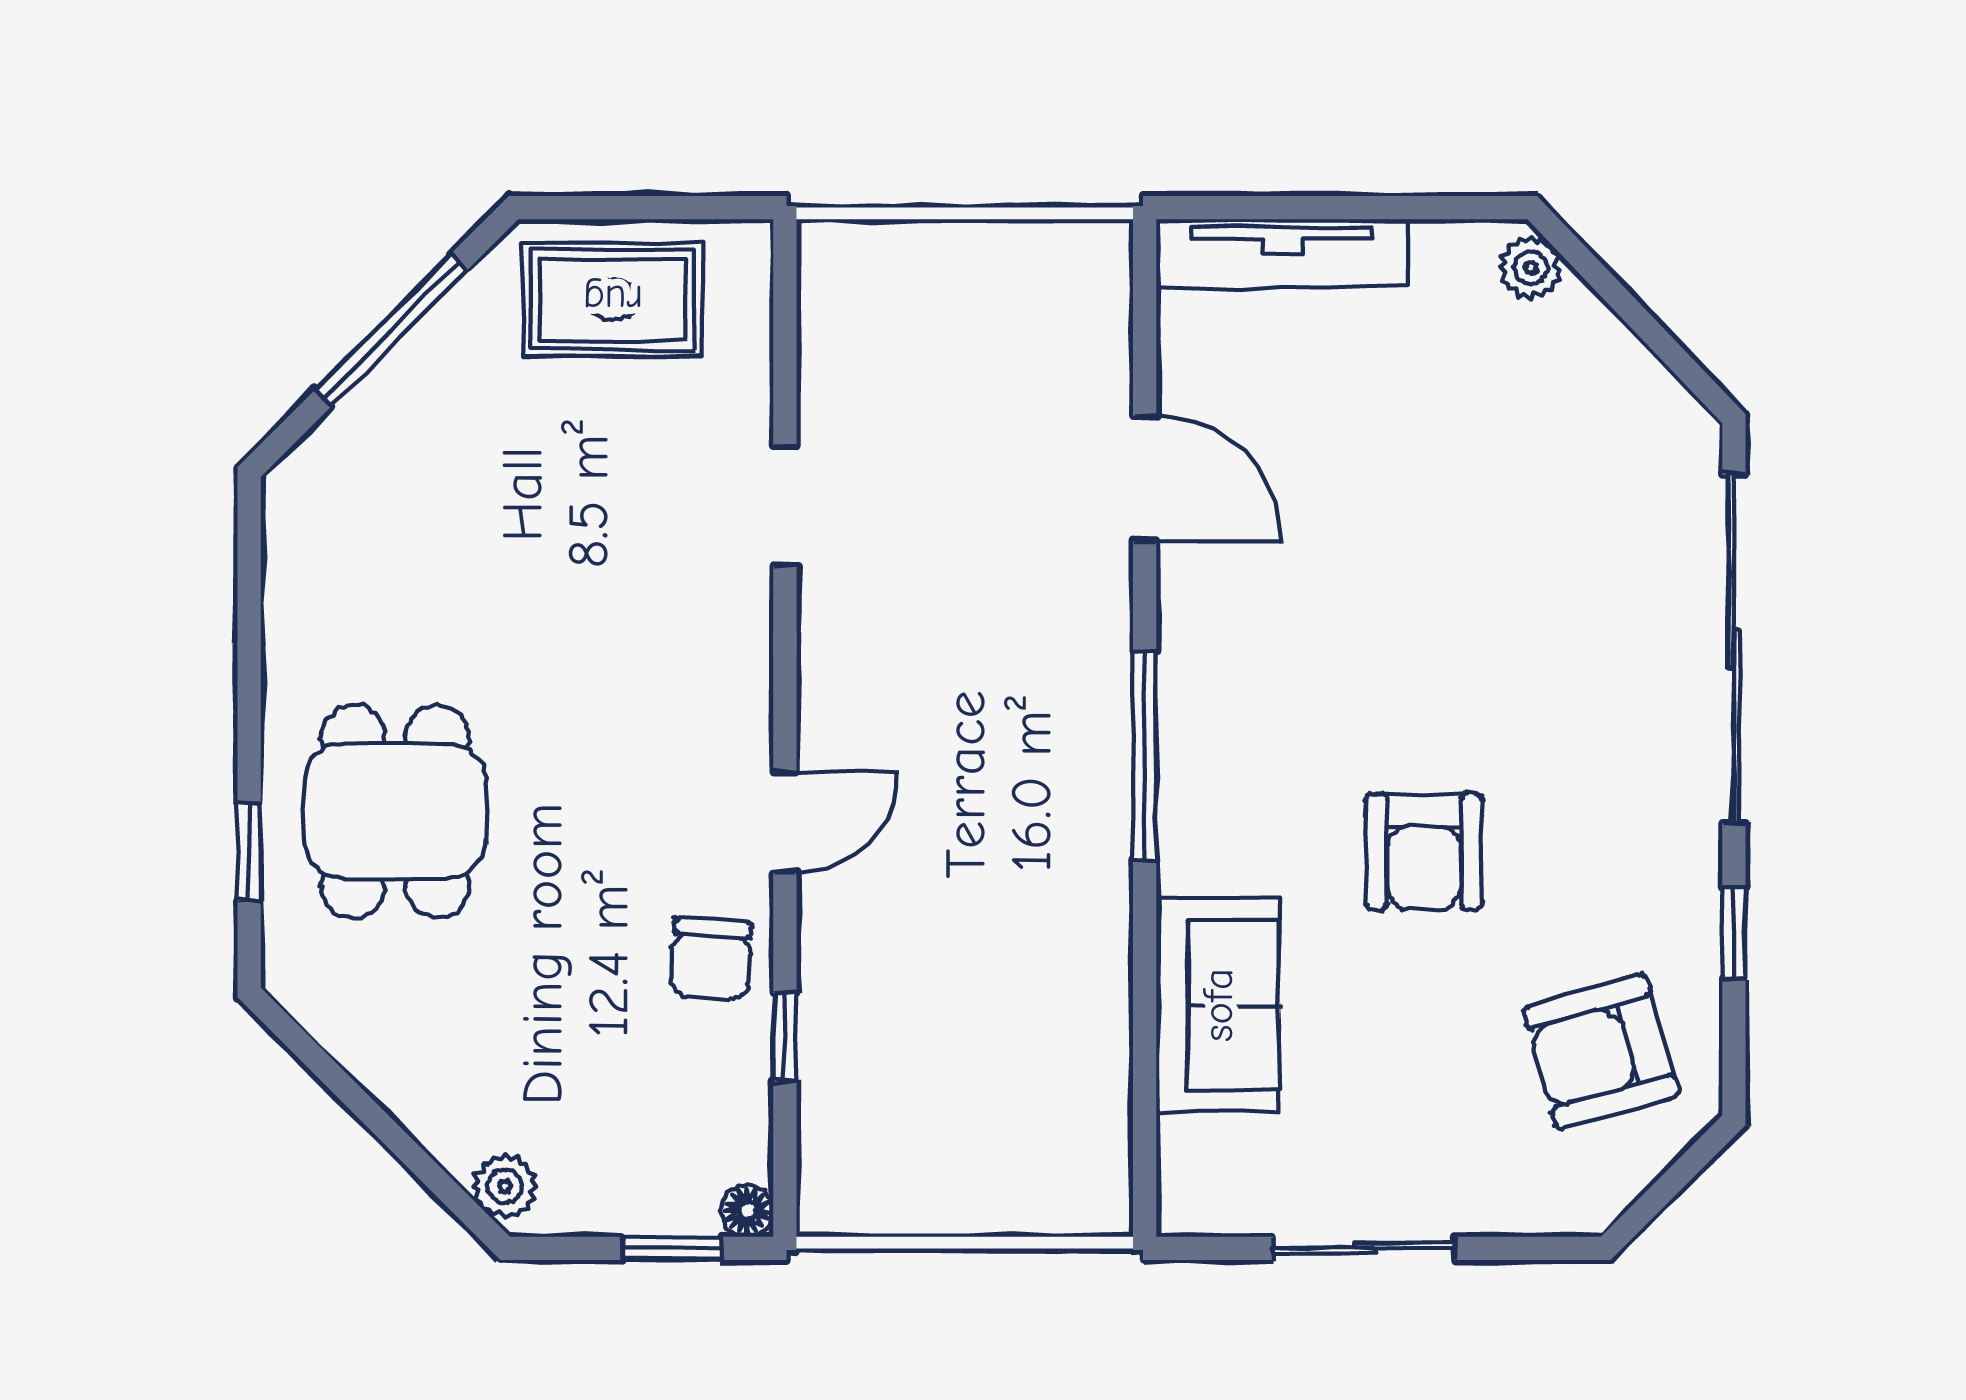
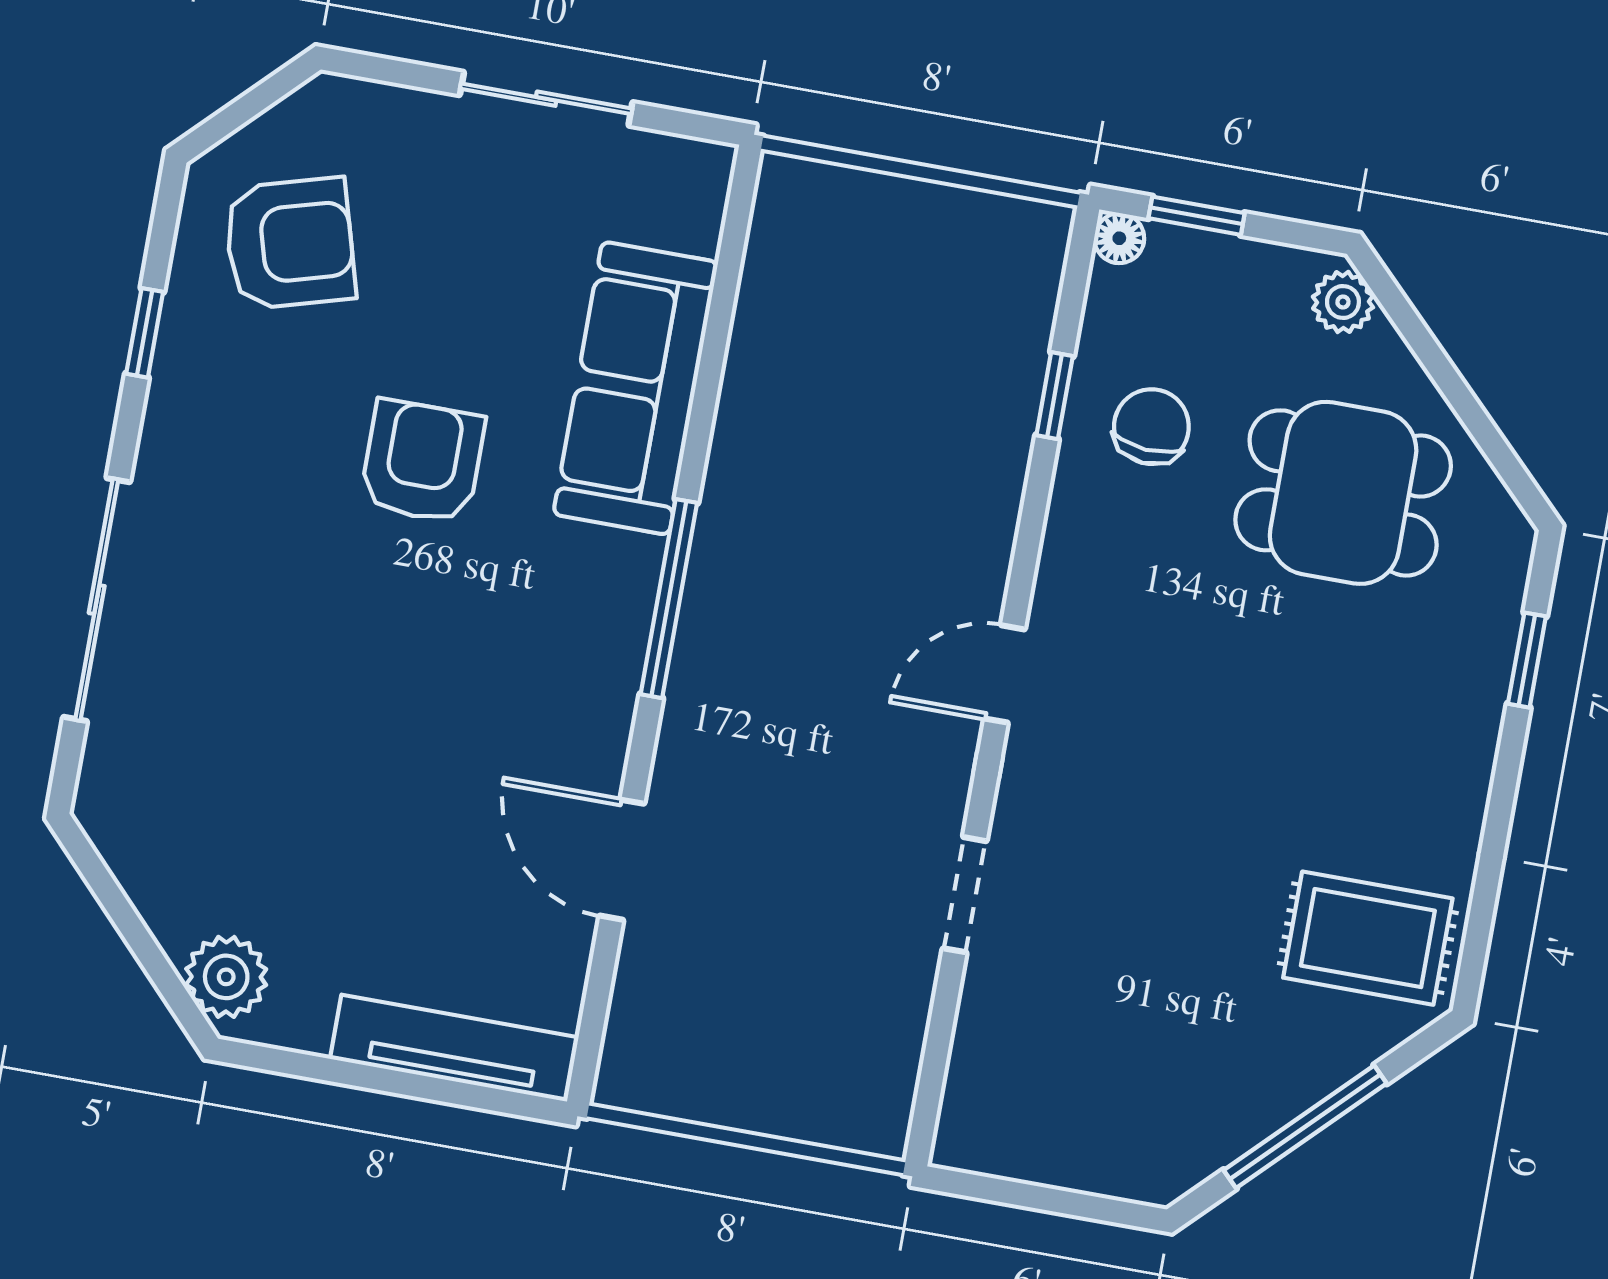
plant: (1531, 268) -> (226, 977), width x1.38, depth x1.38
rug: (613, 300) -> (1368, 938), moved
sliding door: (1734, 649) -> (97, 600), width x0.73
dining table: (395, 811) -> (1343, 493), moved, turned 90
door: (785, 823) -> (1004, 674), moved
chair: (711, 959) -> (1151, 427), moved
sofa: (1218, 1005) -> (636, 388), width x1.36

